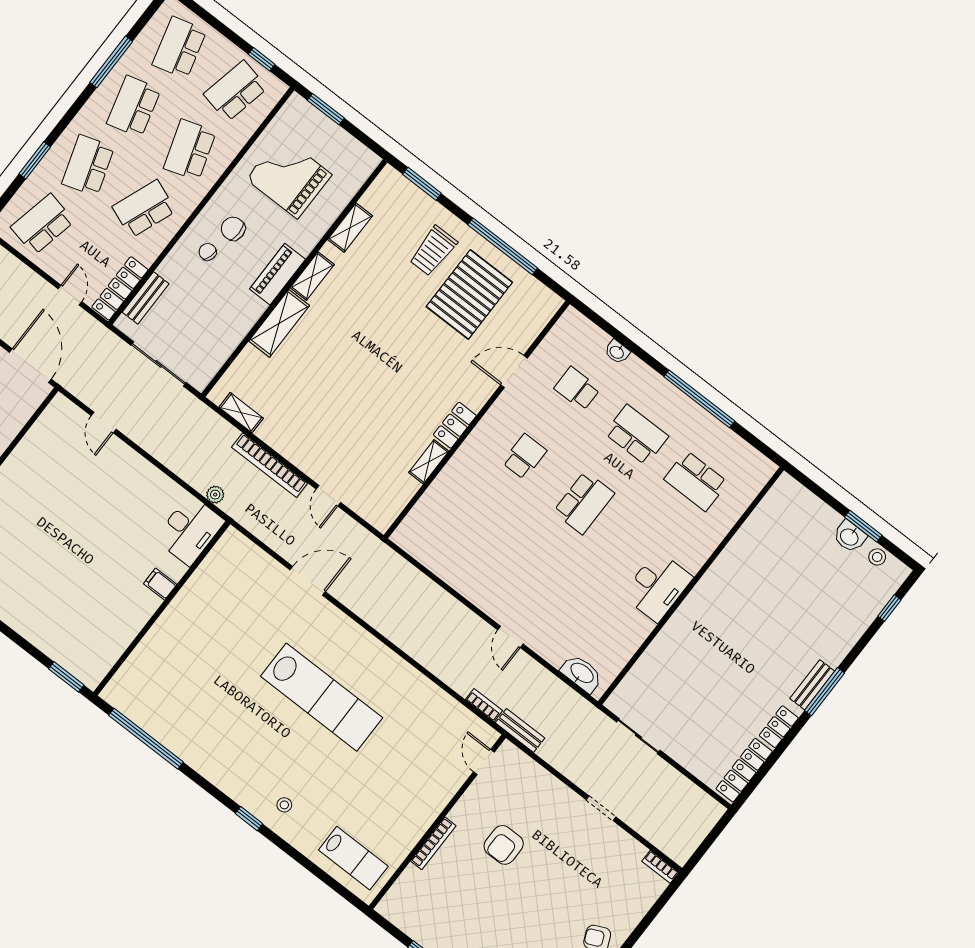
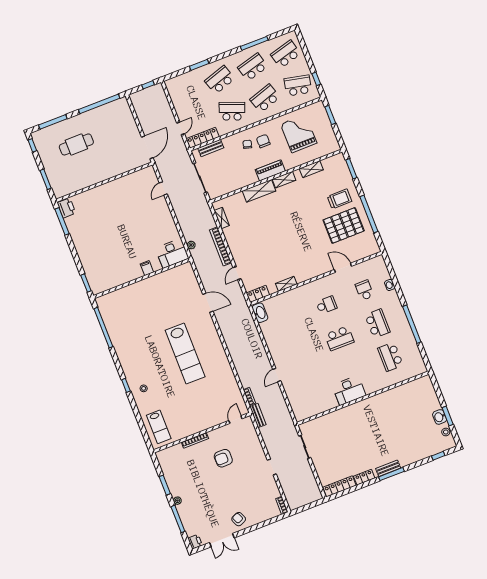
school desk: (42, 224) -> (187, 93), removed
trolley: (433, 251) -> (339, 199), turned 180
locker: (455, 425) -> (258, 294), moved
washbasin: (582, 673) -> (260, 313), moved

